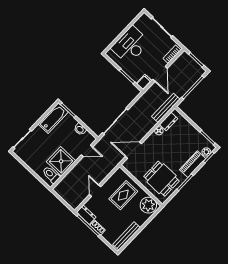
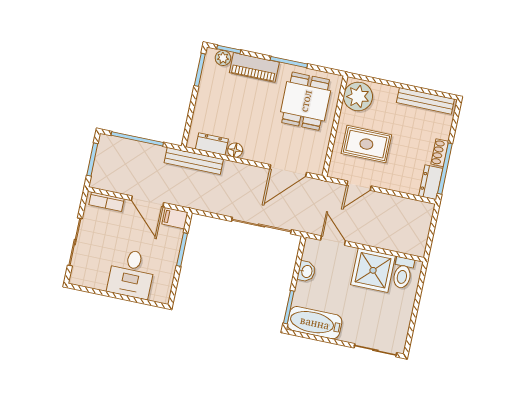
desk: (130, 45) -> (131, 274), width x0.73
door: (160, 74) -> (147, 201), swing flipped
door: (133, 150) -> (288, 171), hinge flipped
door: (95, 191) -> (359, 186), moved

